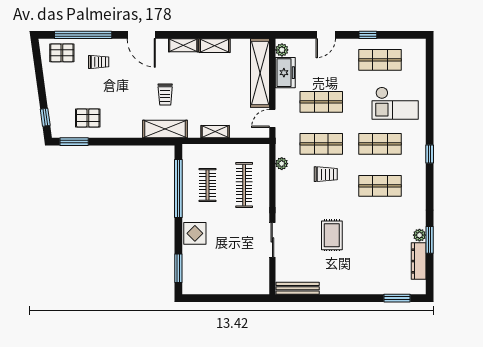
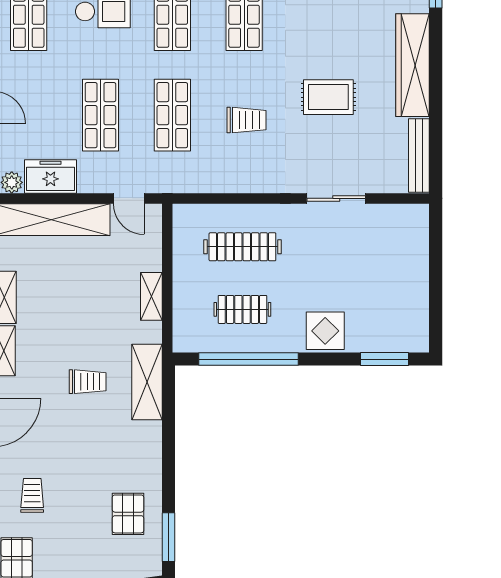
plant: (282, 164) -> (206, 183), removed
trolley: (326, 174) -> (247, 120), moved, turned 90
wardrobe: (351, 285) -> (413, 65), added

